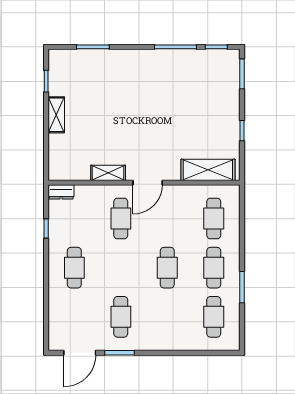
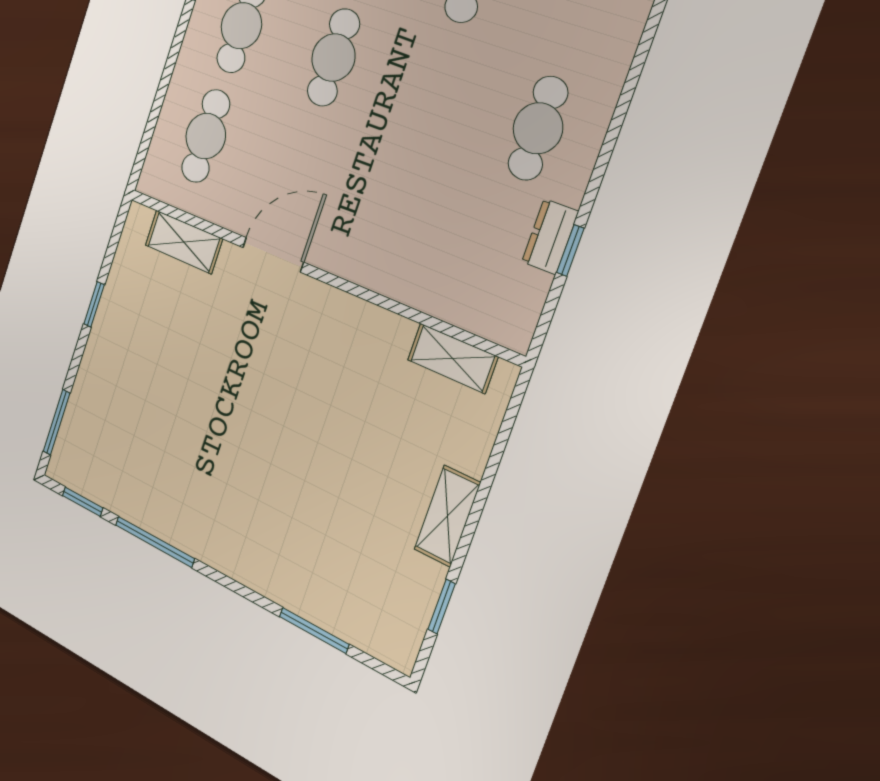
shelving: (208, 170) -> (184, 242), width x0.67, depth x0.75
shelving: (108, 173) -> (452, 358), moved
door: (148, 183) -> (273, 255), moved
dresser: (61, 192) -> (550, 237), moved, turned -90
cafe table: (121, 219) -> (392, 209), removed

